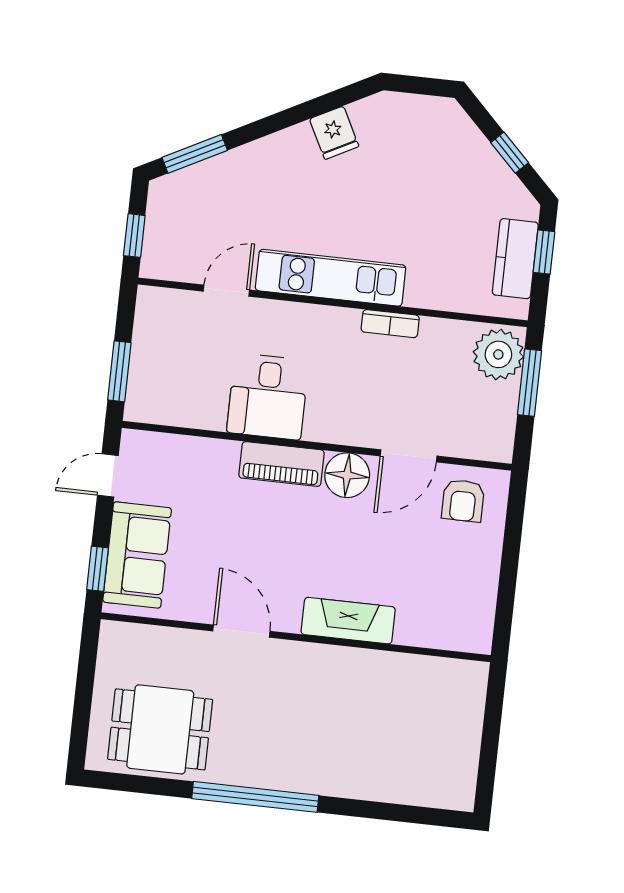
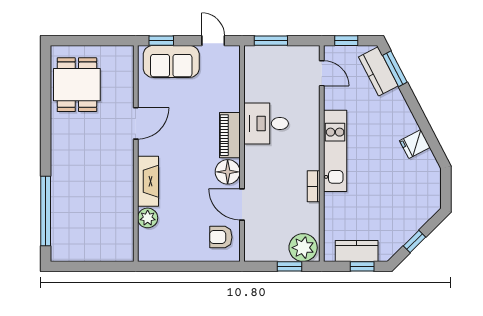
kitchen counter: (196, 184) -> (378, 71), added
door: (226, 291) -> (322, 73), moved
window: (530, 383) -> (290, 266), width x0.67
plant: (414, 629) -> (148, 218), added
window: (255, 797) -> (46, 211), moved

